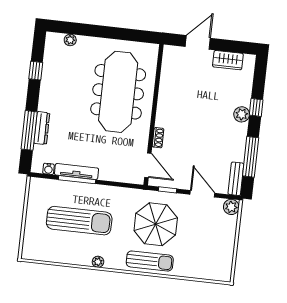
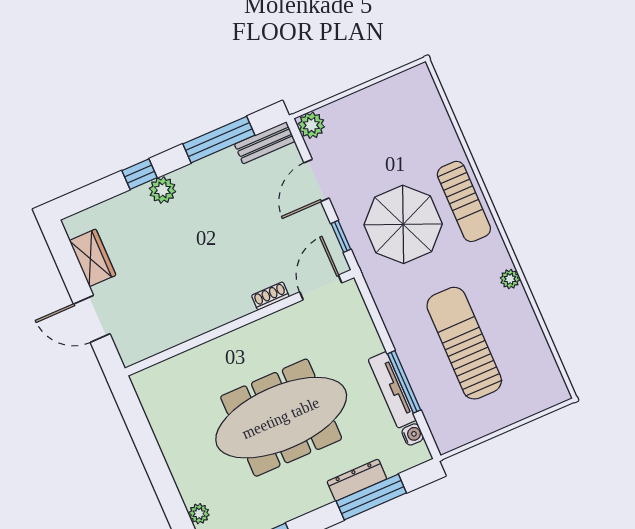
meeting table: (118, 92) -> (281, 418), moved
sun lounger: (150, 261) -> (464, 201), turned 180

